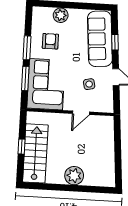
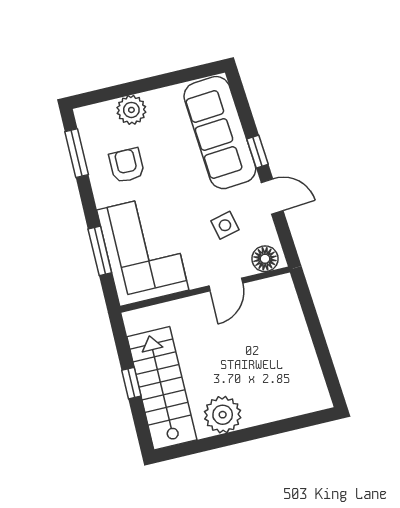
window: (115, 42) -> (257, 152), moved
window: (27, 48) -> (77, 153), moved
floor lamp: (104, 106) -> (265, 259), added
plant: (74, 176) -> (223, 415), moved

